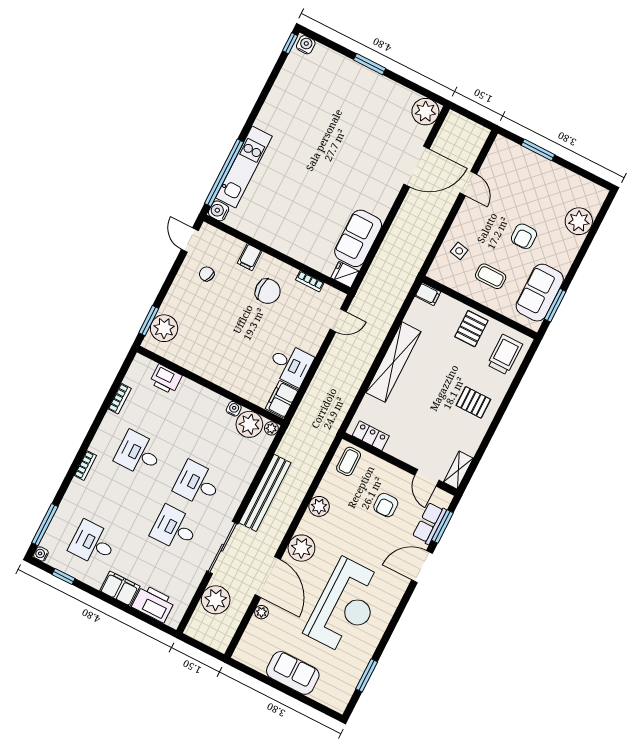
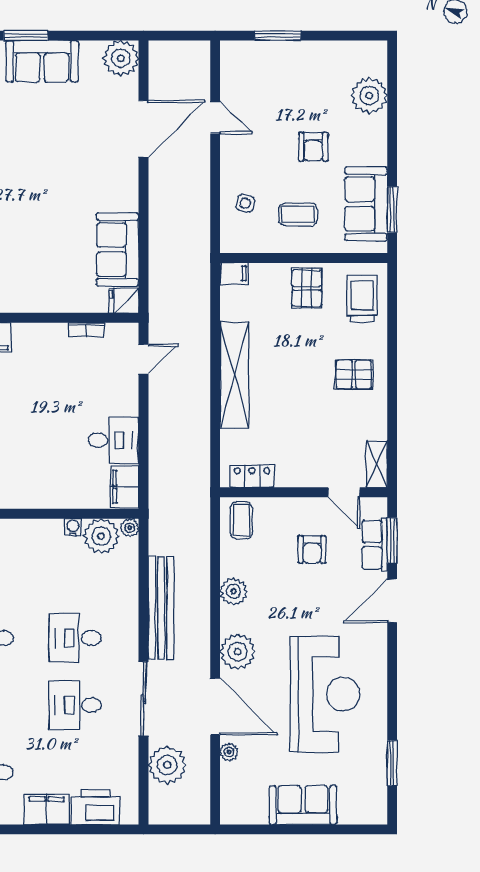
sofa: (372, 87) -> (42, 61), added
chair: (268, 291) -> (42, 367), removed

